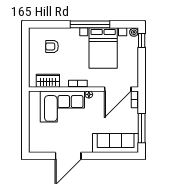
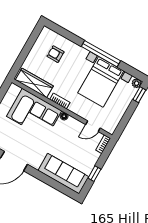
wardrobe: (48, 81) -> (34, 83), width x1.50
door: (118, 89) -> (93, 126), width x0.53
window: (142, 128) -> (94, 174), width x0.46

